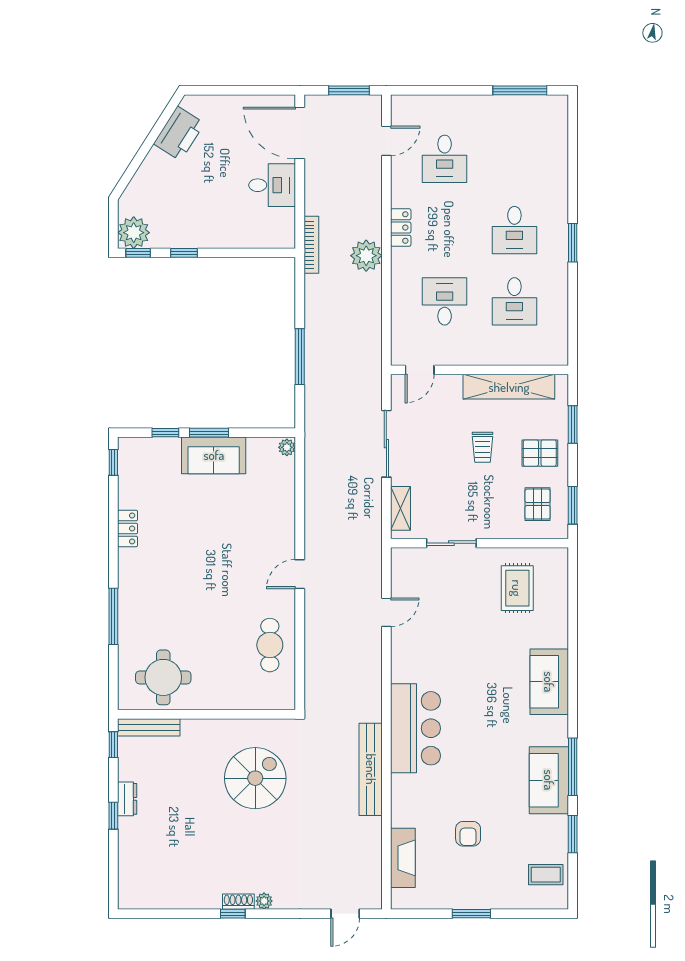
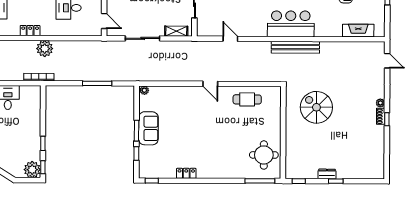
window: (113, 616) -> (260, 181), moved
bench: (149, 727) -> (290, 163), removed
bench: (371, 769) -> (295, 47), moved

